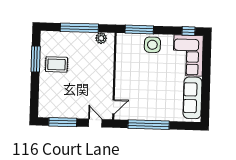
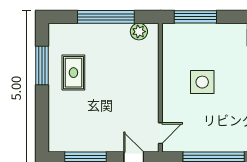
side table: (152, 45) -> (202, 82), moved
rug: (56, 64) -> (73, 73), turned 90

